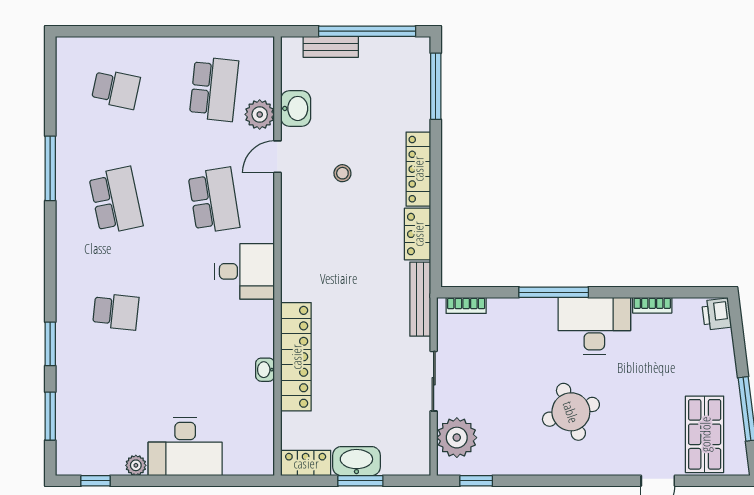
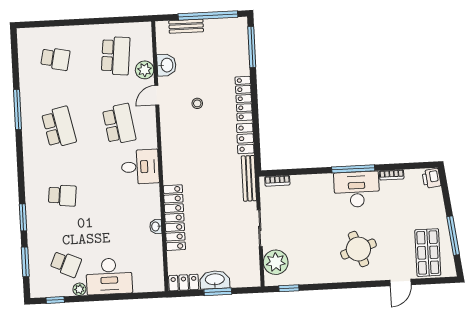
window: (554, 292) -> (353, 169), moved
round table: (571, 412) -> (358, 249), moved
school desk: (116, 423) -> (66, 264), added

